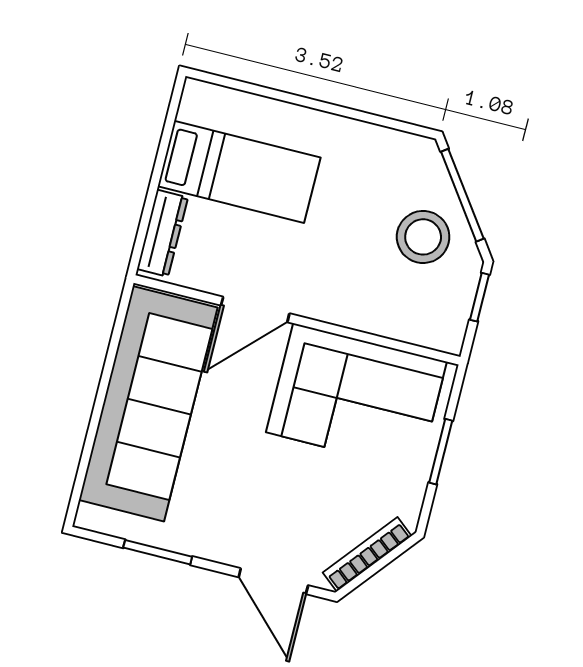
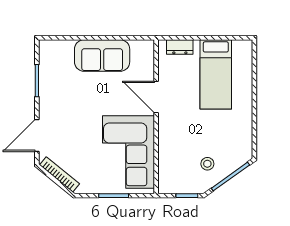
dresser: (162, 233) -> (180, 47), width x0.70
stool: (423, 237) -> (207, 164), width x0.53, depth x0.53
sofa: (148, 404) -> (102, 55), width x0.54, depth x0.79

